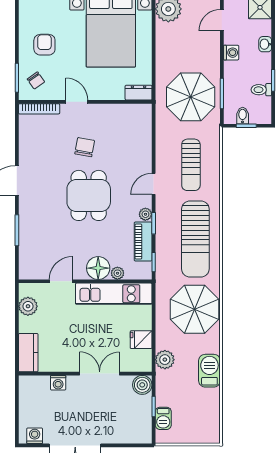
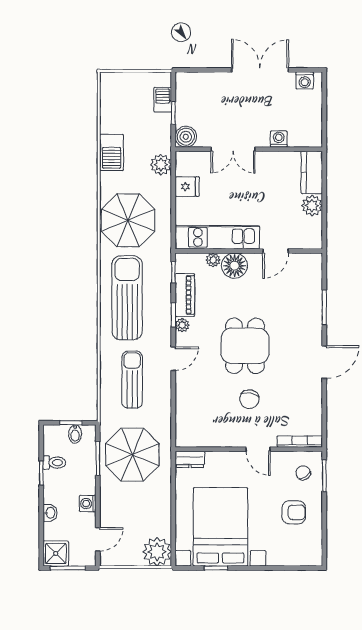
armchair: (44, 45) -> (294, 512), turned -90
plant: (28, 306) -> (312, 206), moved

